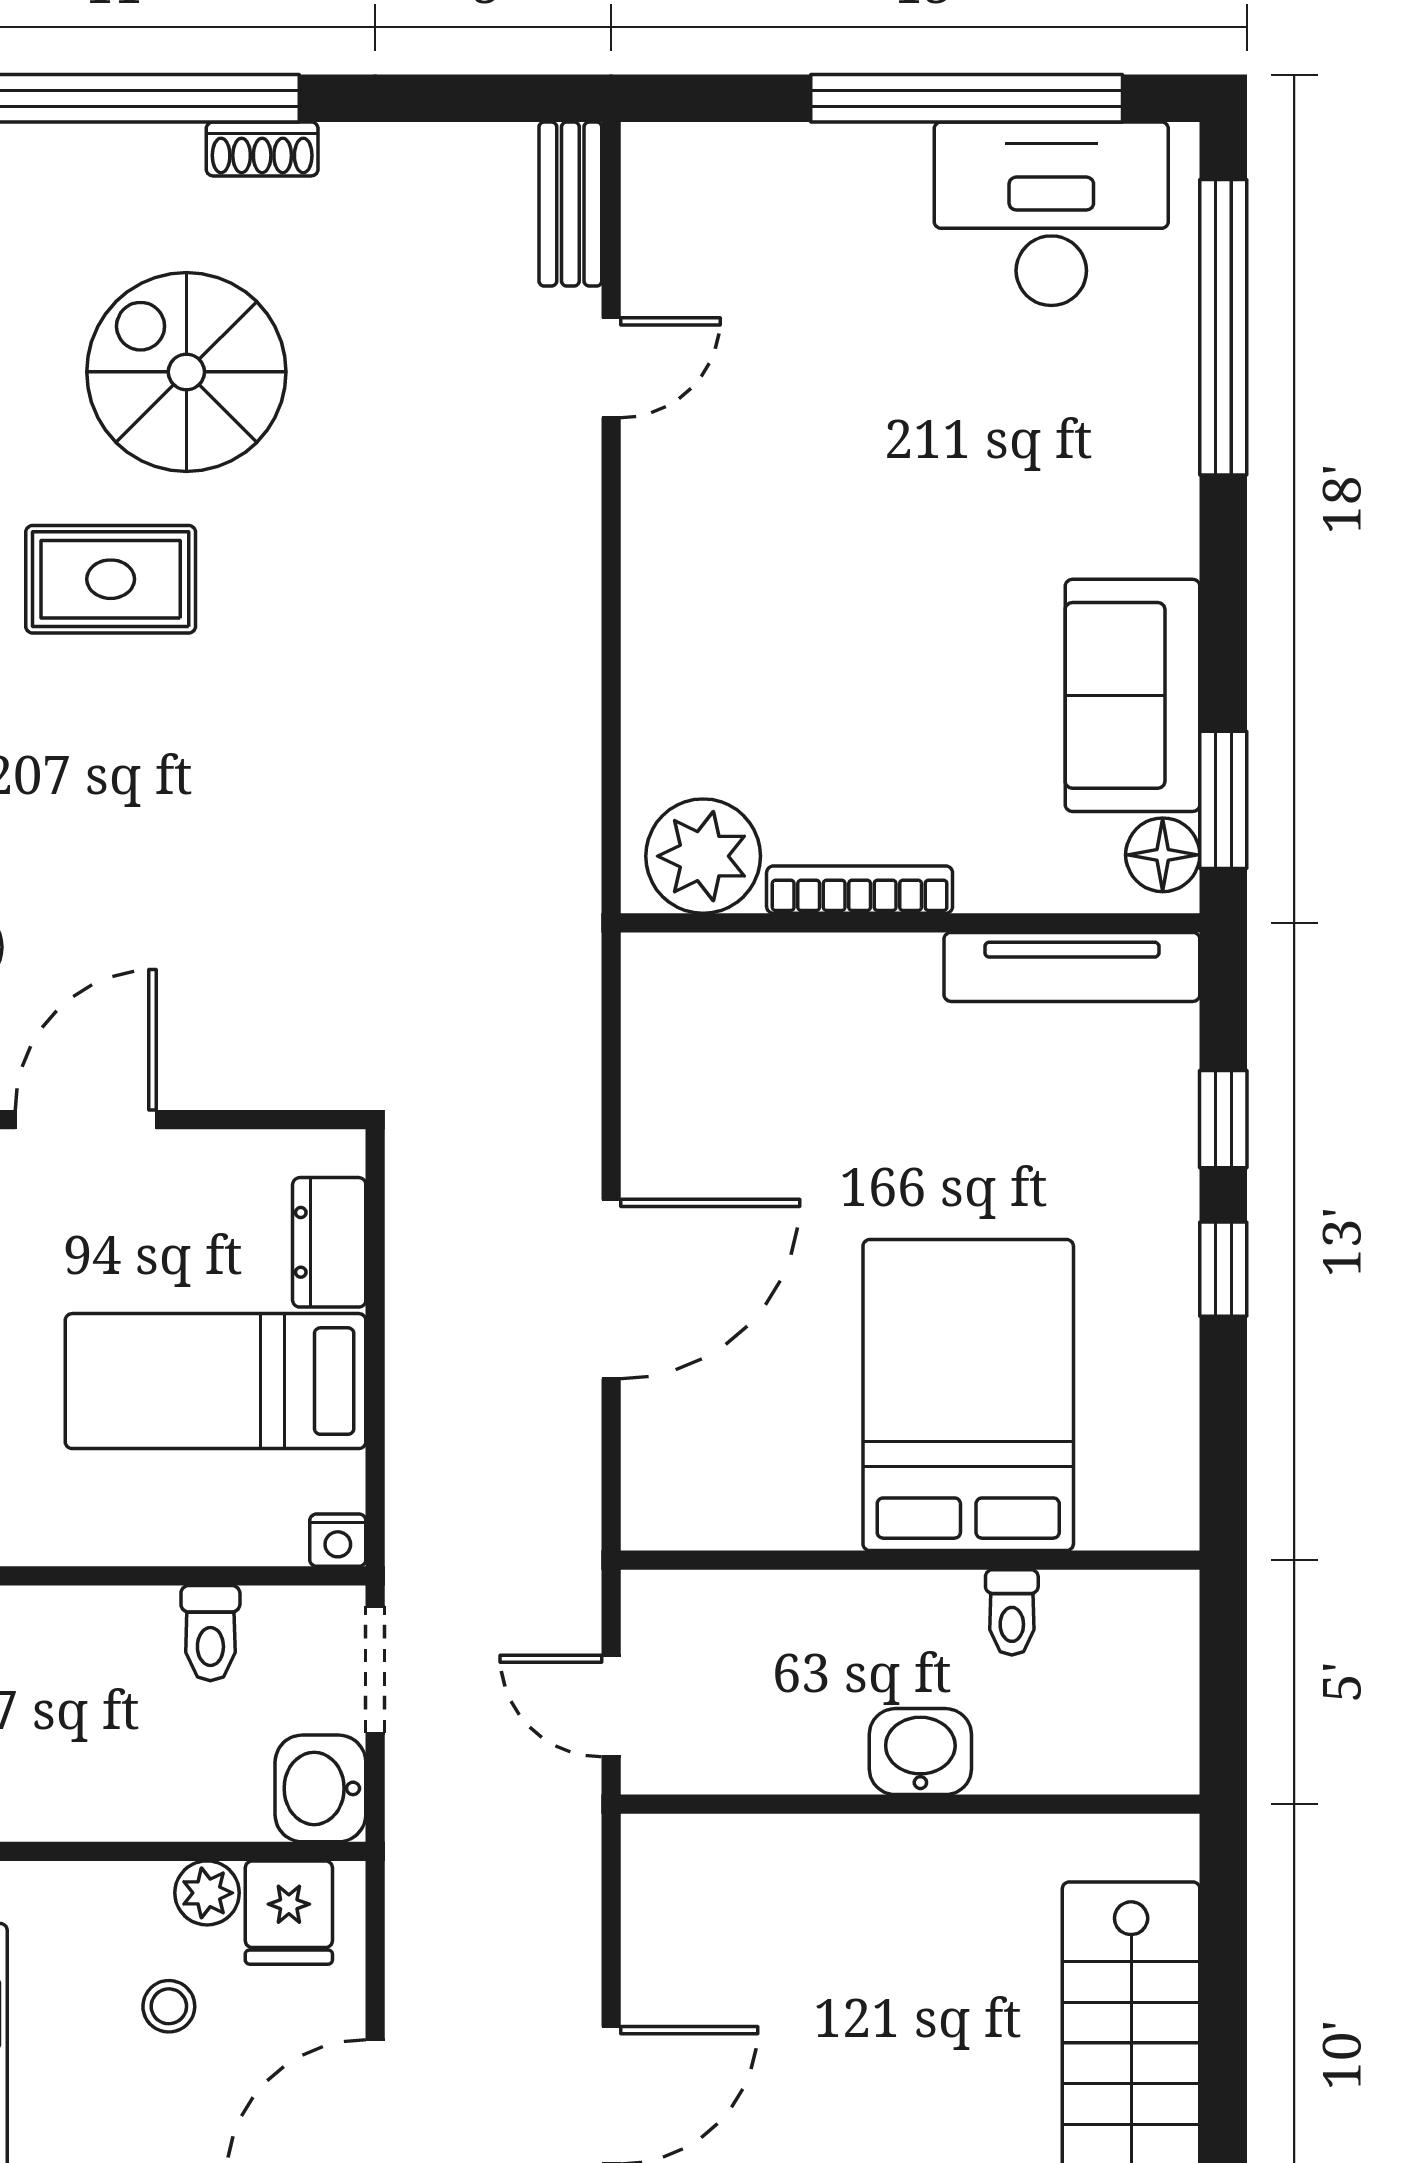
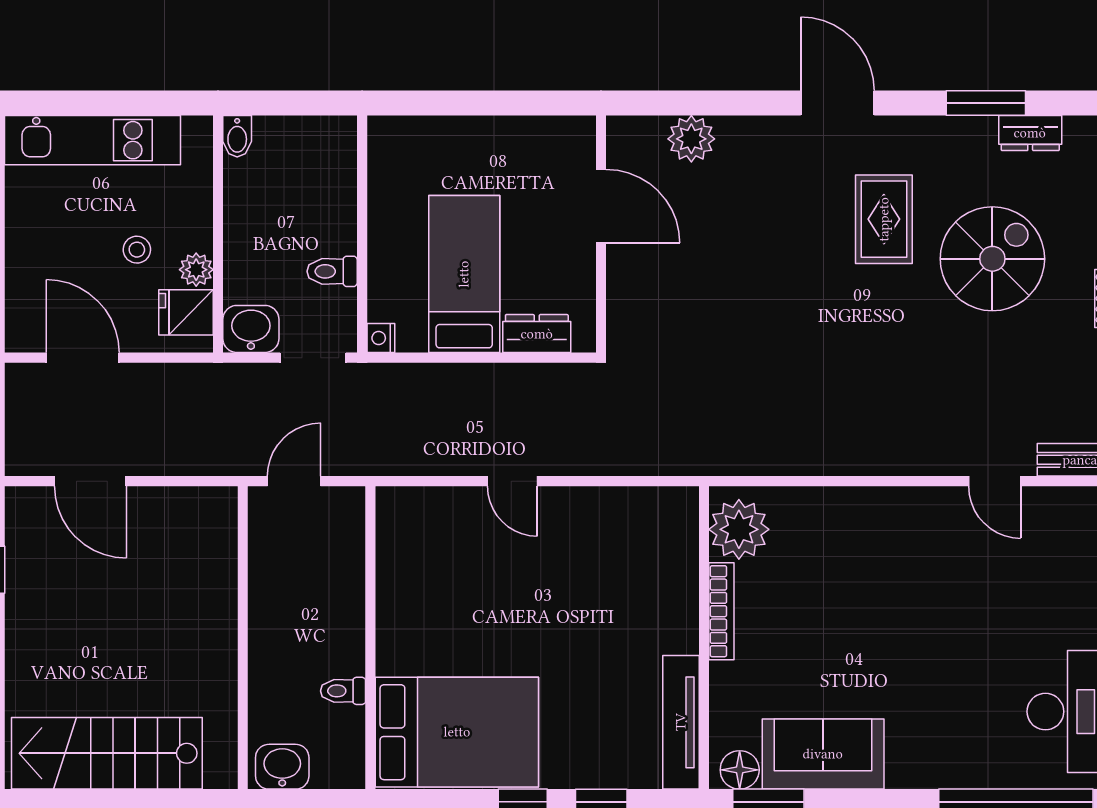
door: (611, 1289) -> (512, 481), width x0.53
bed: (968, 1395) -> (457, 732), moved
washbasin: (920, 1752) -> (282, 767), moved, turned -90

